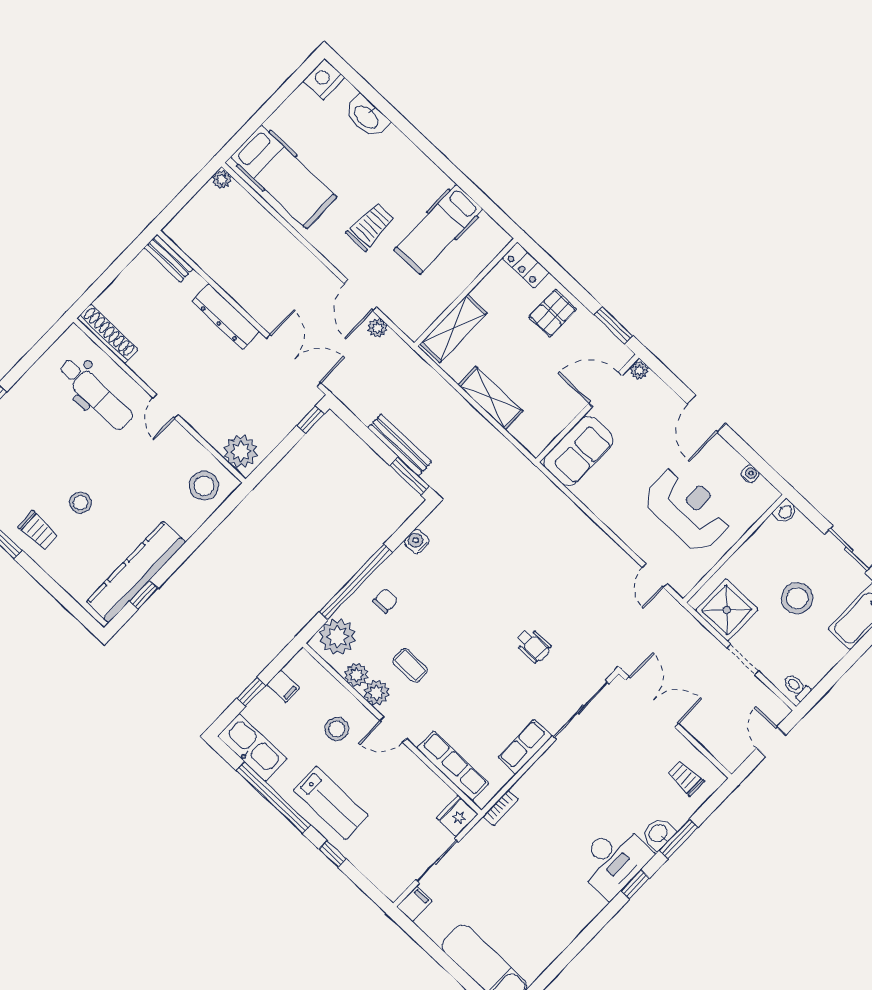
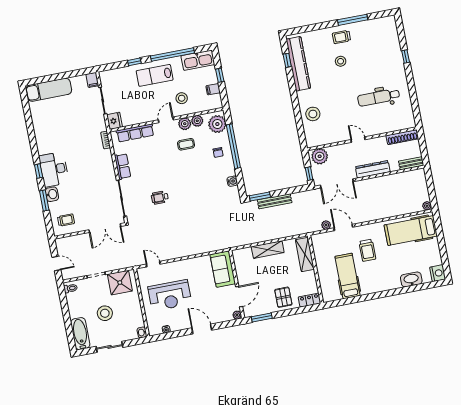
shoe rack: (107, 334) -> (402, 137), moved
wall: (159, 401) -> (362, 139), moved
door: (165, 406) -> (358, 140), moved
plant: (241, 451) -> (320, 156), moved

